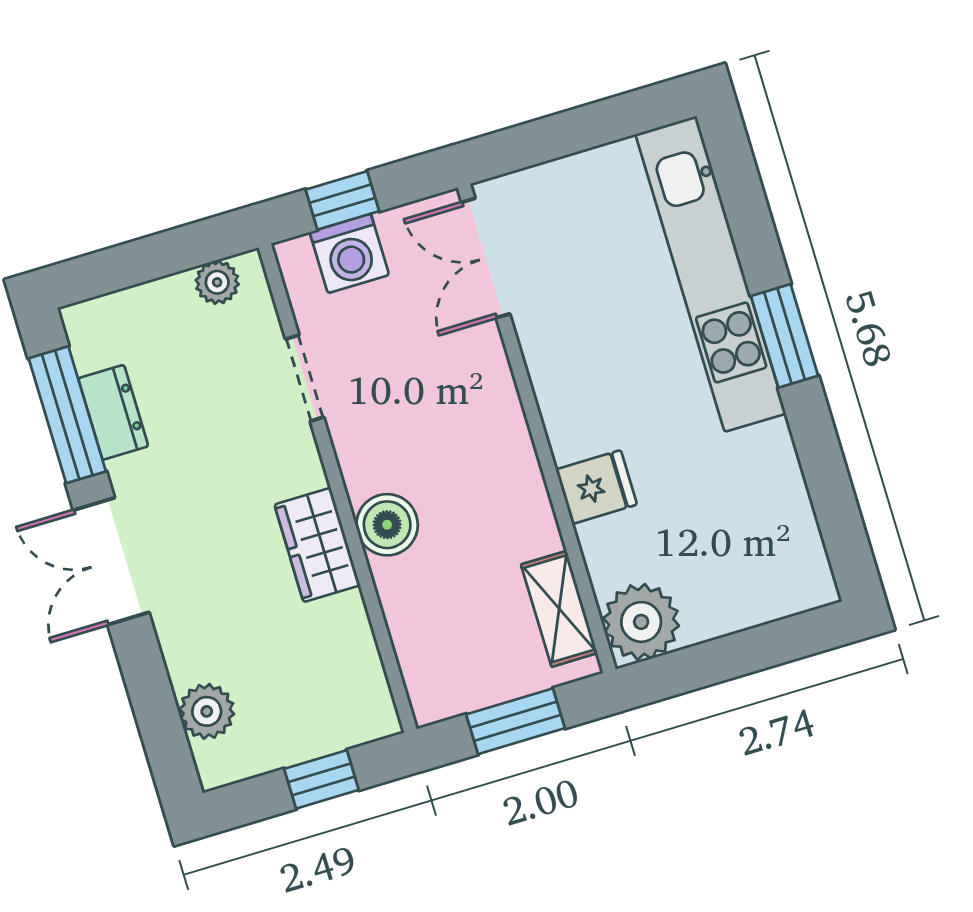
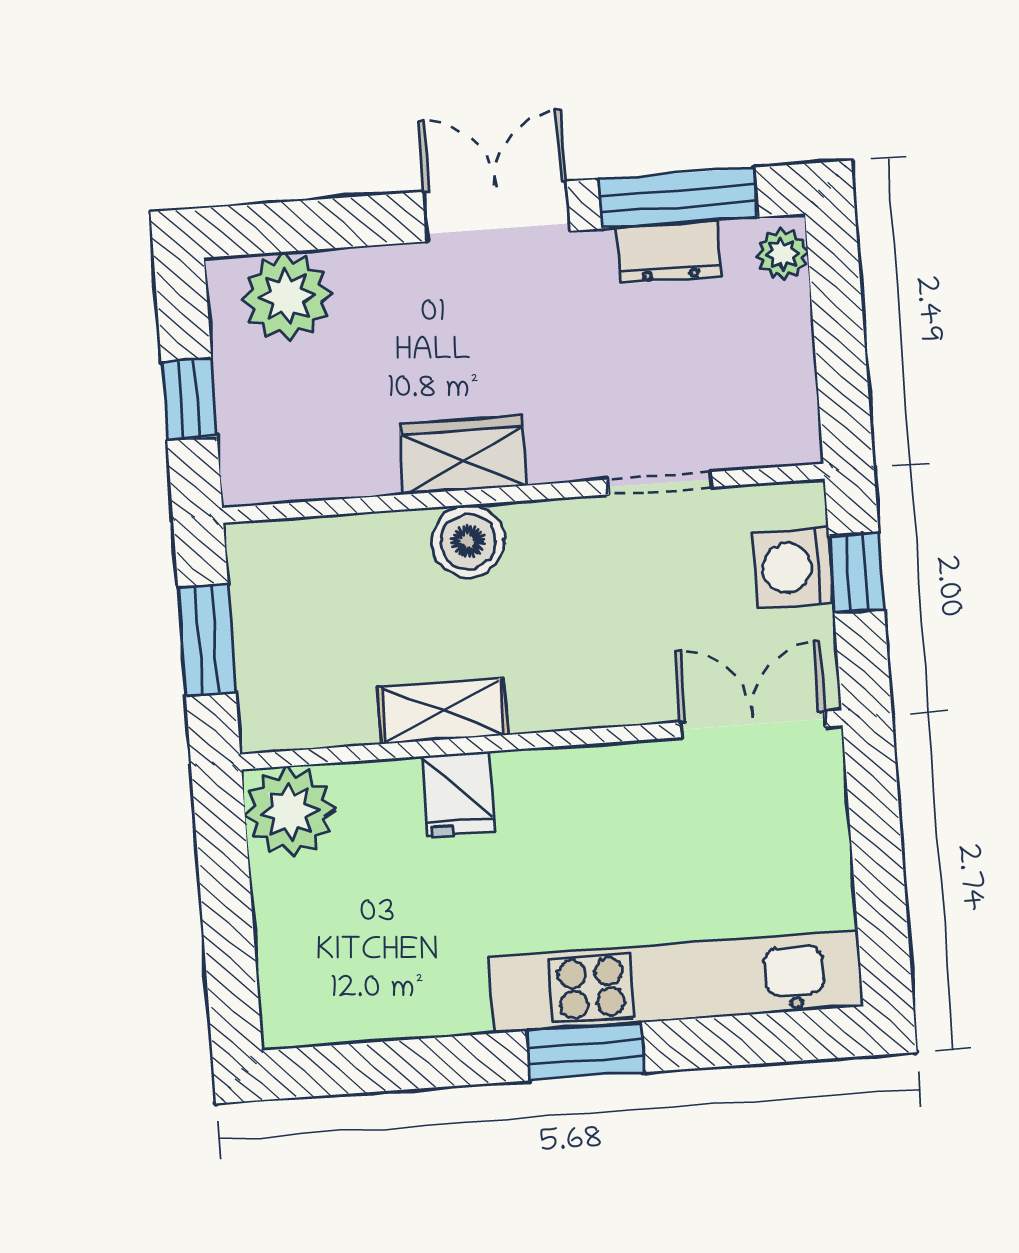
plant: (217, 282) -> (782, 254), moved
shelving: (559, 609) -> (442, 711), moved
plant: (207, 711) -> (287, 296), width x1.36, depth x1.36

